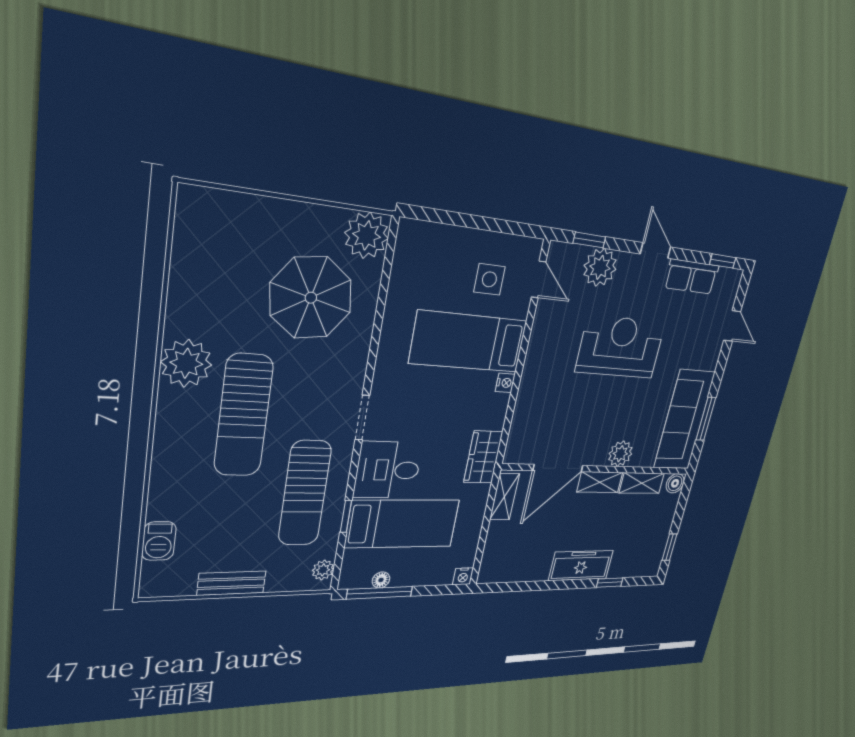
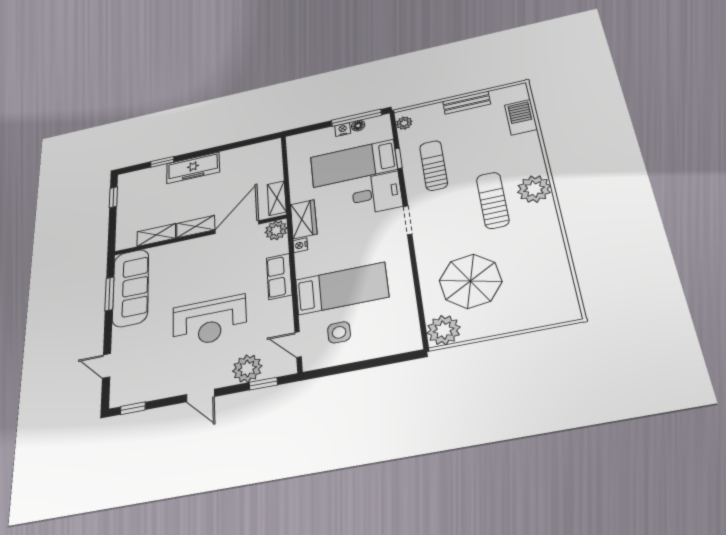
row of seats: (692, 277) -> (279, 276), moved, turned -90
plant: (186, 363) -> (534, 189), moved
nightstand: (505, 383) -> (300, 245), moved
sun lounger: (244, 416) -> (493, 200), width x0.73, depth x0.75
plant: (620, 454) -> (276, 230), moved
boiler: (675, 483) -> (124, 242), removed
sun lounger: (305, 493) -> (434, 165), width x0.73, depth x0.75
barbecue: (159, 541) -> (521, 117), width x1.38, depth x1.27
nightstand: (463, 576) -> (343, 129), moved

